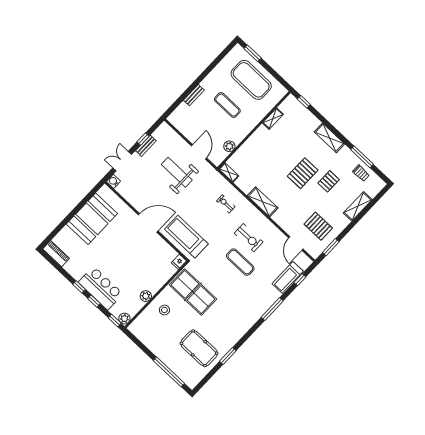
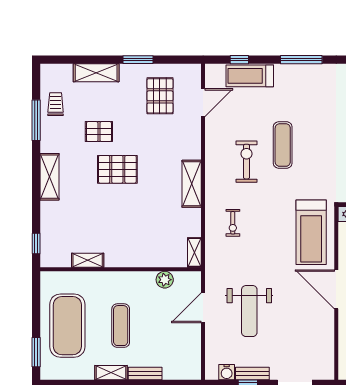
shelving: (209, 79) -> (111, 373), added
water cooler: (113, 181) -> (227, 372), moved
window: (331, 247) -> (138, 60), moved
treadmill: (288, 277) -> (250, 76), turned 180

